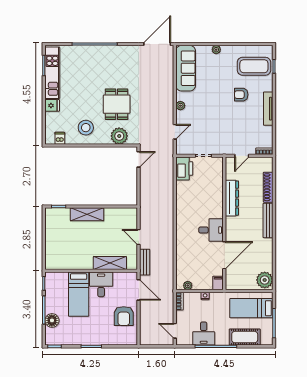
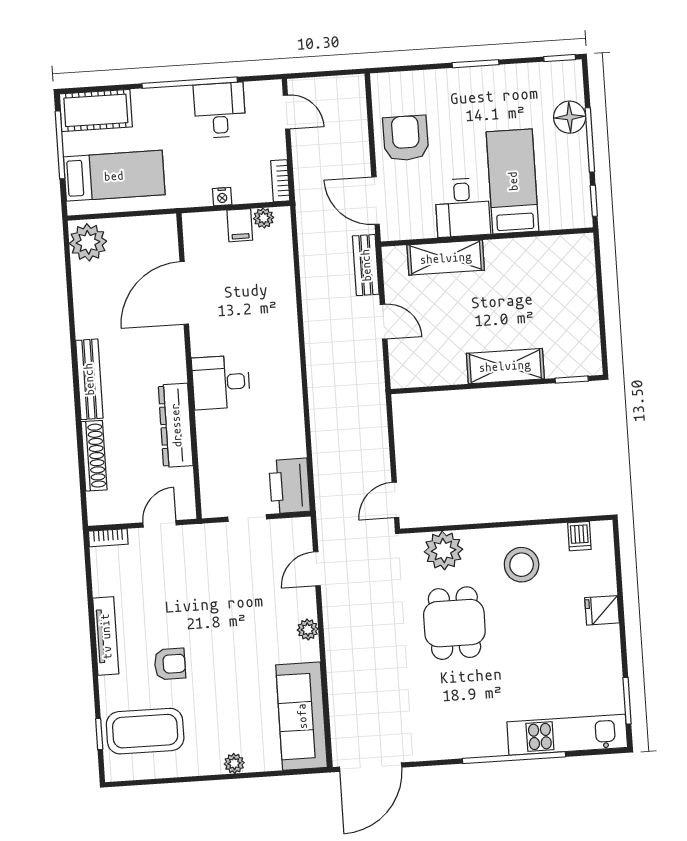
kitchen unit: (52, 73) -> (567, 735), moved, turned 90
desk: (211, 230) -> (221, 382), moved
filing cabinet: (218, 283) -> (240, 225), moved
cot: (245, 337) -> (96, 110), moved

